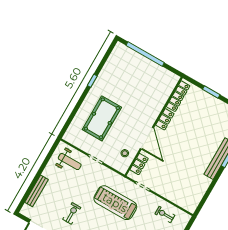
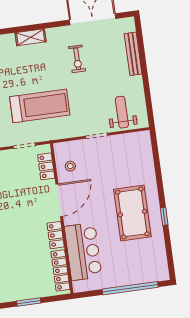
bar counter: (156, 97) -> (83, 252), added
pool table: (102, 118) -> (132, 213), moved
door: (147, 138) -> (59, 200), swing flipped
weight bench: (70, 162) -> (122, 112), turned 90

